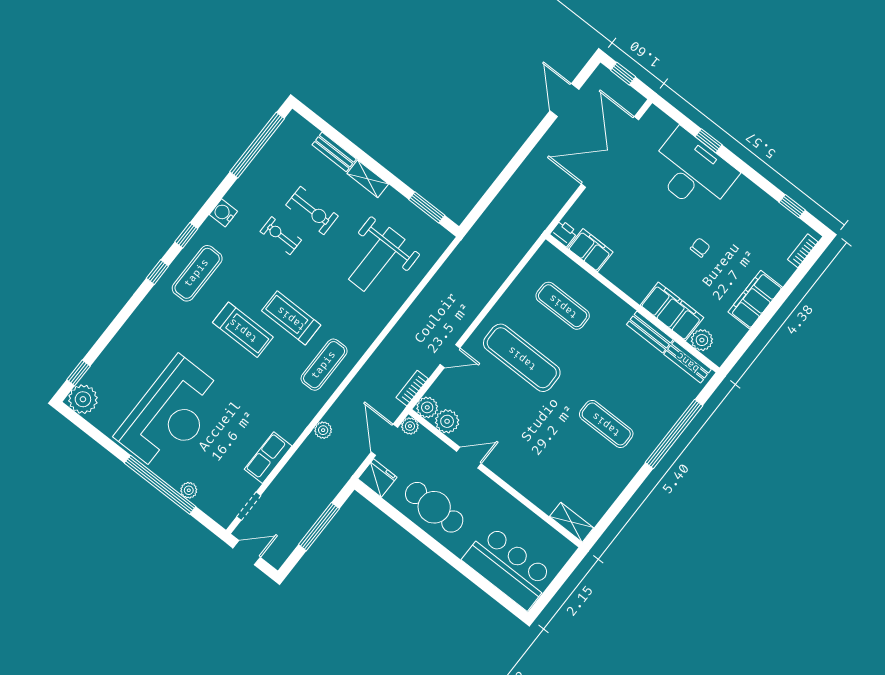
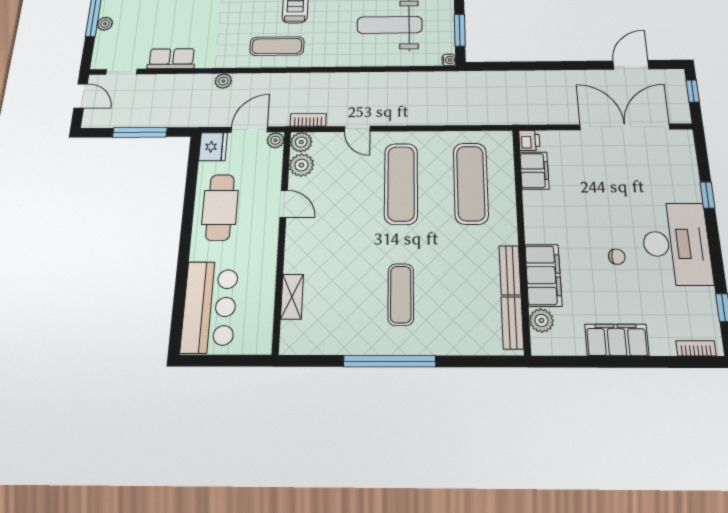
desk: (692, 172) -> (676, 244), moved
water cooler: (447, 238) -> (449, 60), added
exercise mat: (563, 306) -> (471, 183), width x1.36, depth x1.45
window: (674, 434) -> (389, 361), moved
shelving: (571, 522) -> (292, 297), moved

